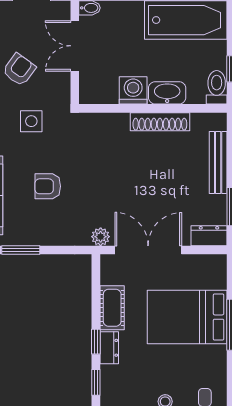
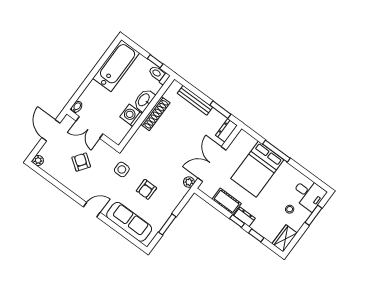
side table: (31, 121) -> (122, 169), moved

